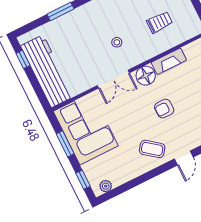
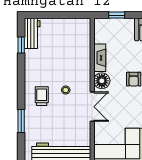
trolley: (159, 22) -> (42, 96), moved

